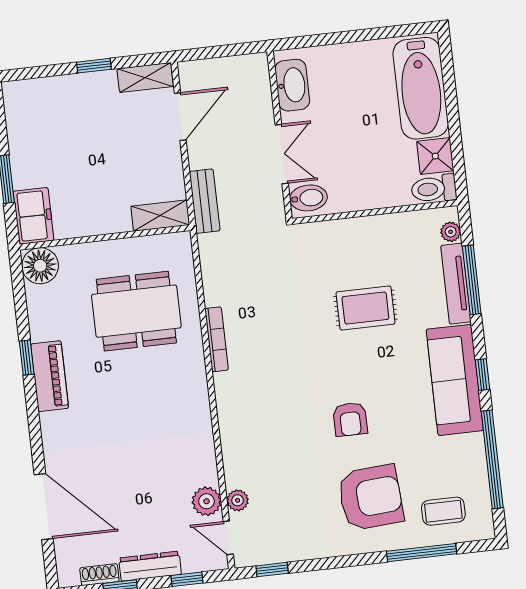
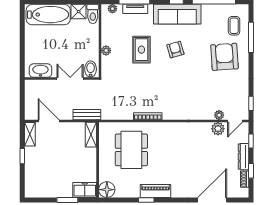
plant: (354, 228) -> (106, 51), added
tv unit: (456, 284) -> (135, 9), width x0.71
armchair: (350, 419) -> (175, 50), moved, turned -106

